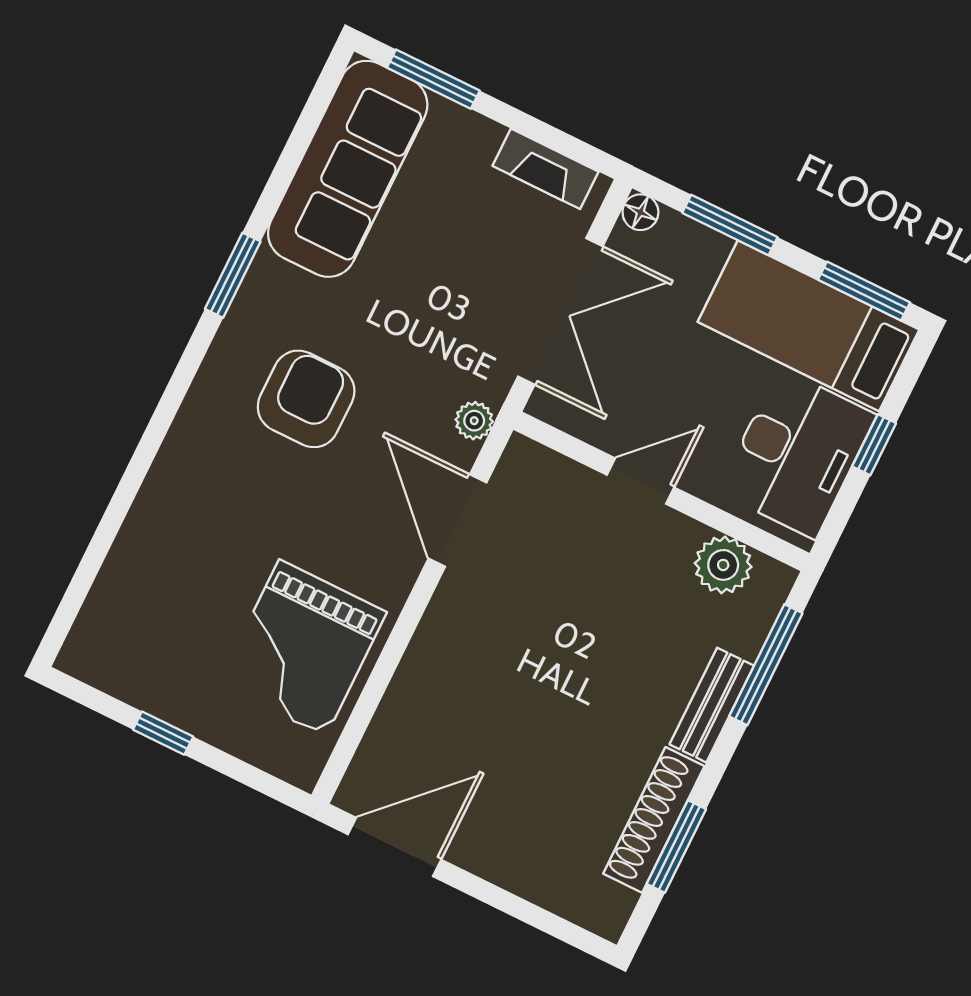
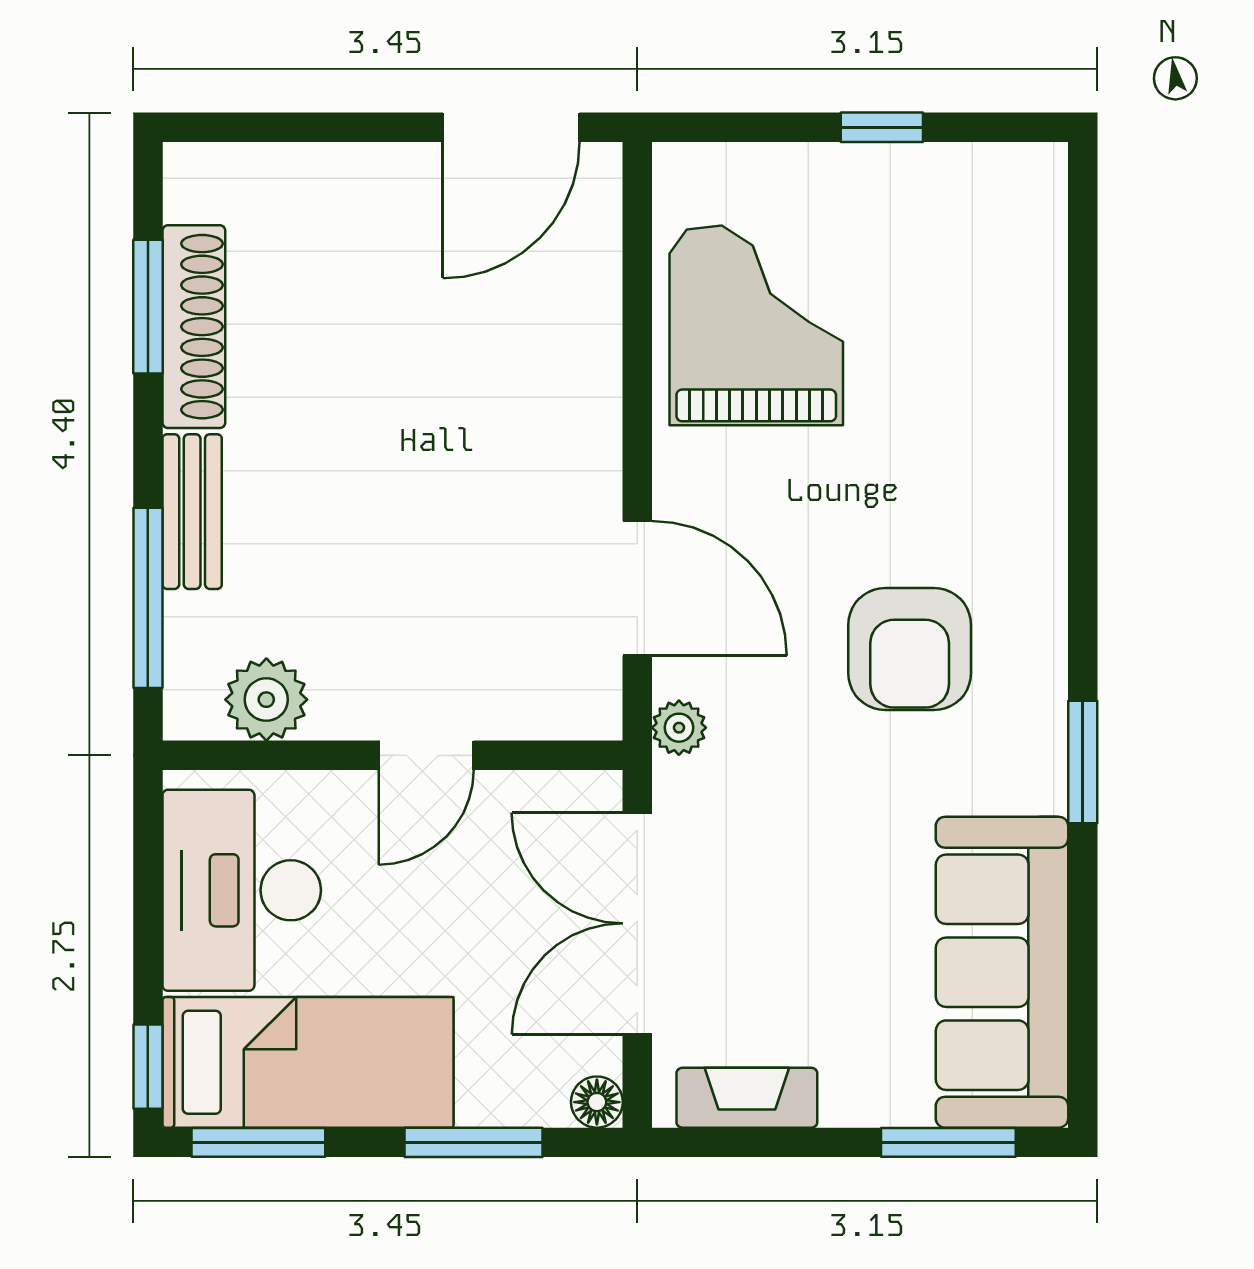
window: (874, 445) -> (148, 1067), moved

